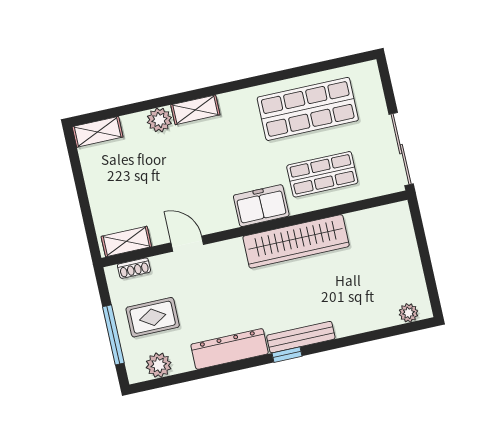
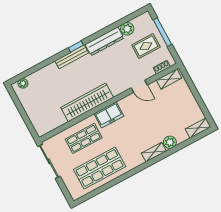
plant: (159, 365) -> (127, 29), moved

